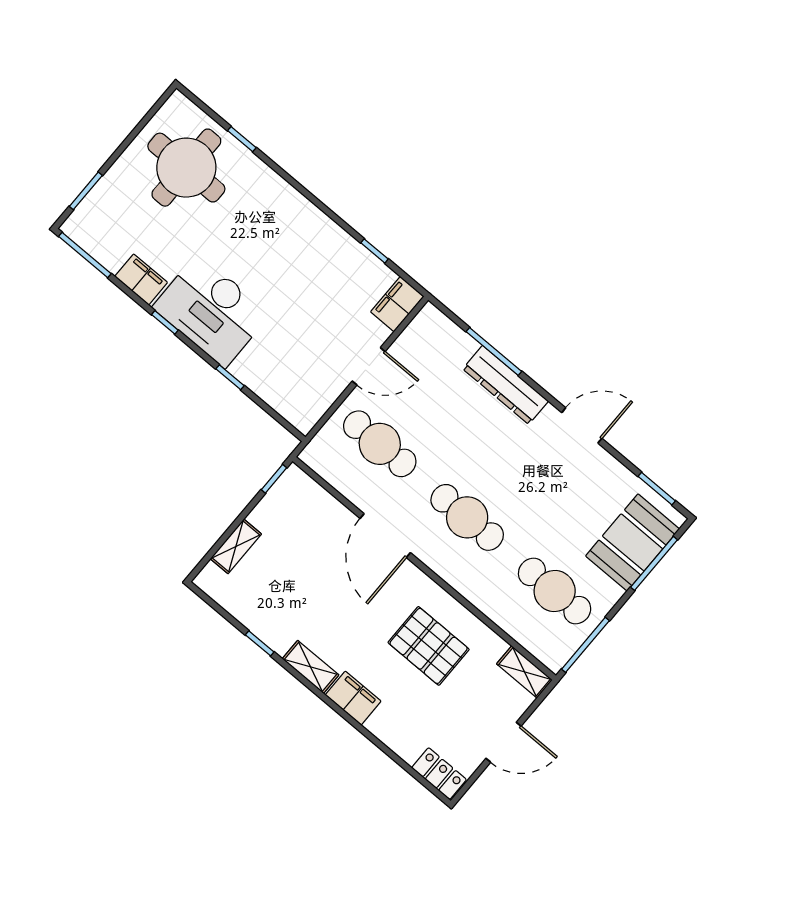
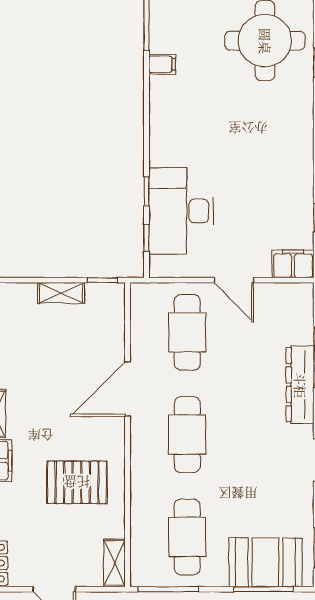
filing cabinet: (141, 279) -> (162, 64), width x0.50
desk: (211, 311) -> (181, 211), moved
window: (165, 322) -> (146, 238), moved
shelving: (236, 546) -> (61, 293), moved
pallet: (429, 646) -> (77, 482), turned 90

